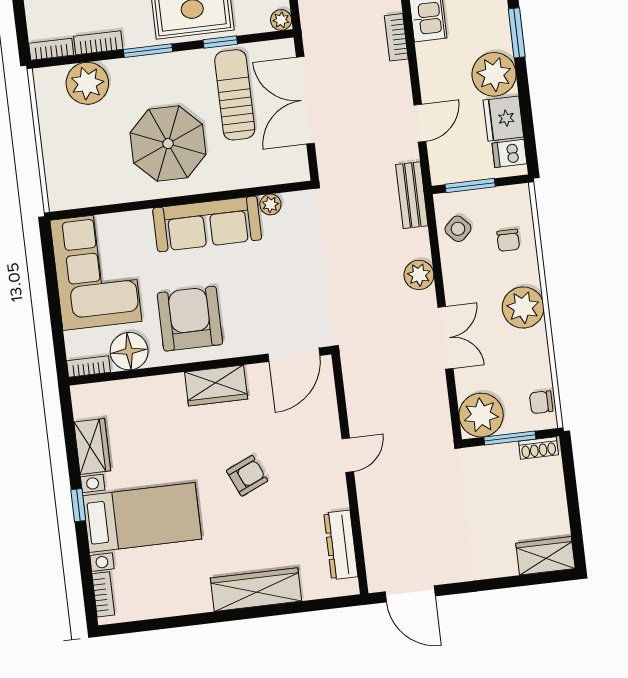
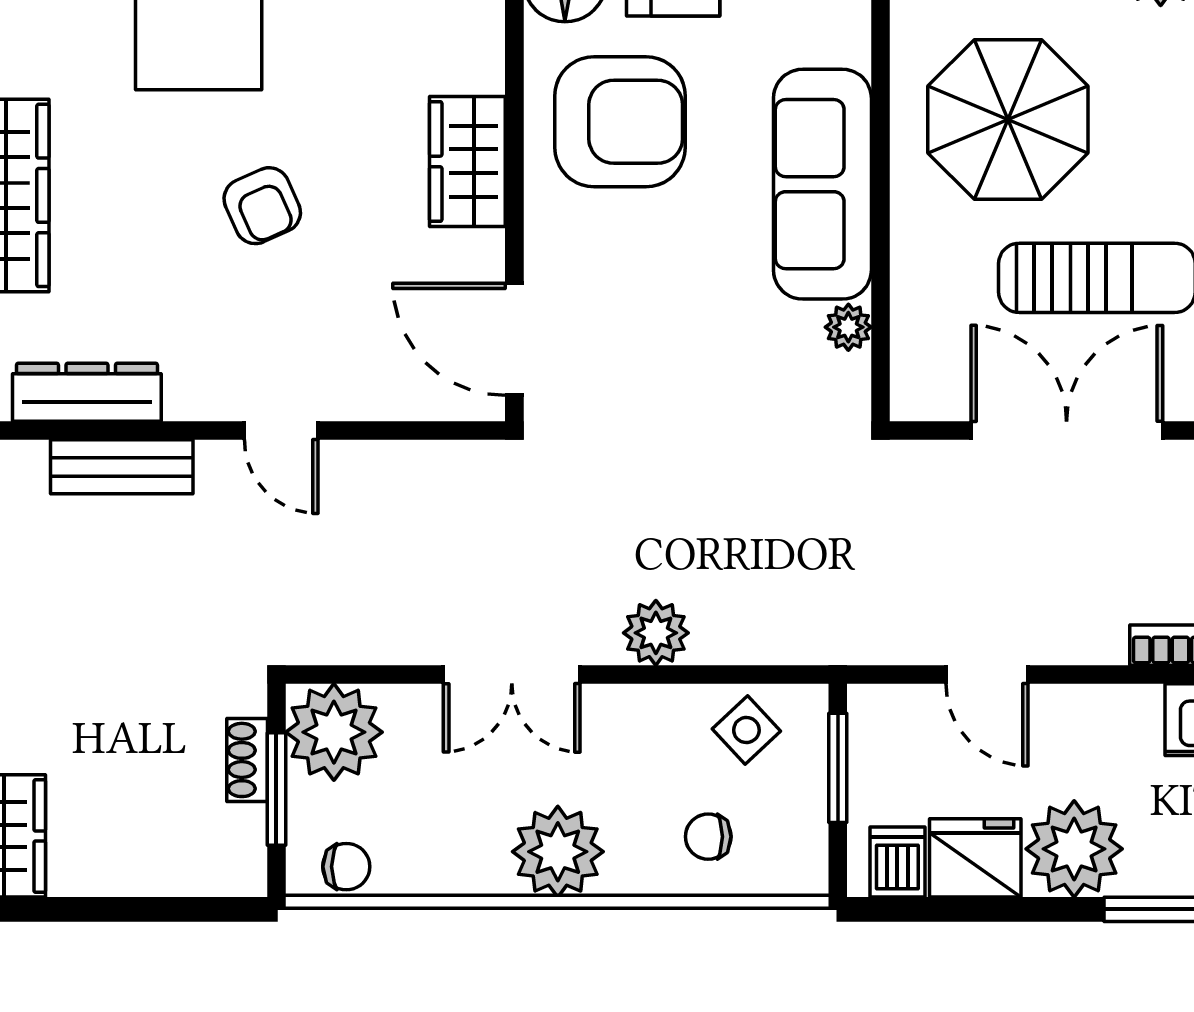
bench: (412, 195) -> (122, 467), moved
chair: (541, 402) -> (346, 867), turned 90
shoe rack: (538, 448) -> (247, 760), moved

